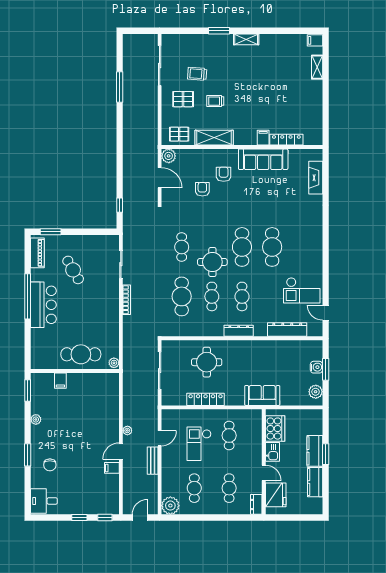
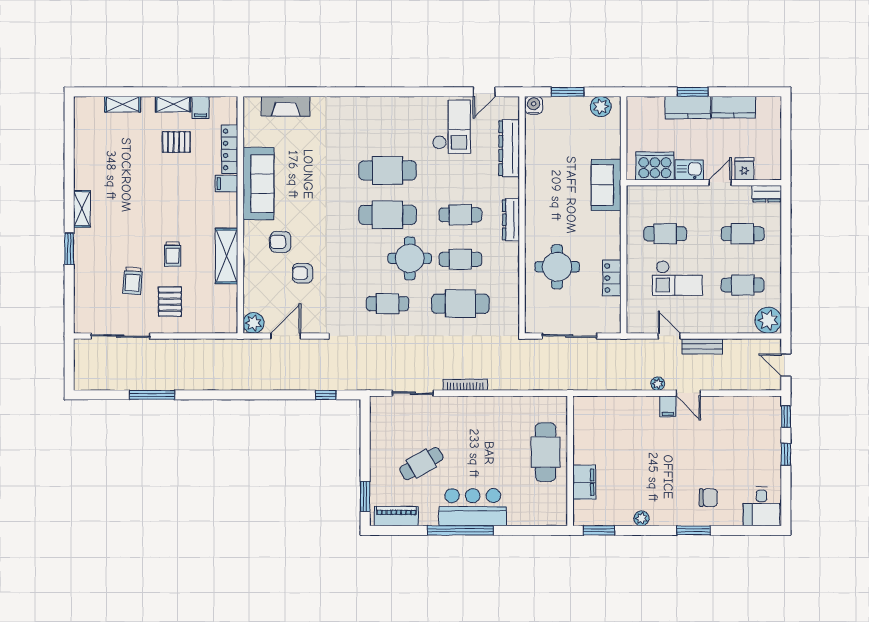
filing cabinet: (315, 40) -> (201, 107), moved
shelving: (317, 101) -> (173, 104), added
pallet: (179, 134) -> (176, 142), moved, turned 90
plant: (114, 363) -> (558, 403), removed
water cooler: (316, 367) -> (534, 105), moved
filing cabinet: (60, 381) -> (584, 482), width x2.00
locker: (206, 399) -> (612, 278), width x0.66
filing cabinet: (112, 468) -> (668, 406), moved
fridge: (276, 495) -> (744, 169), width x0.53, depth x0.75

